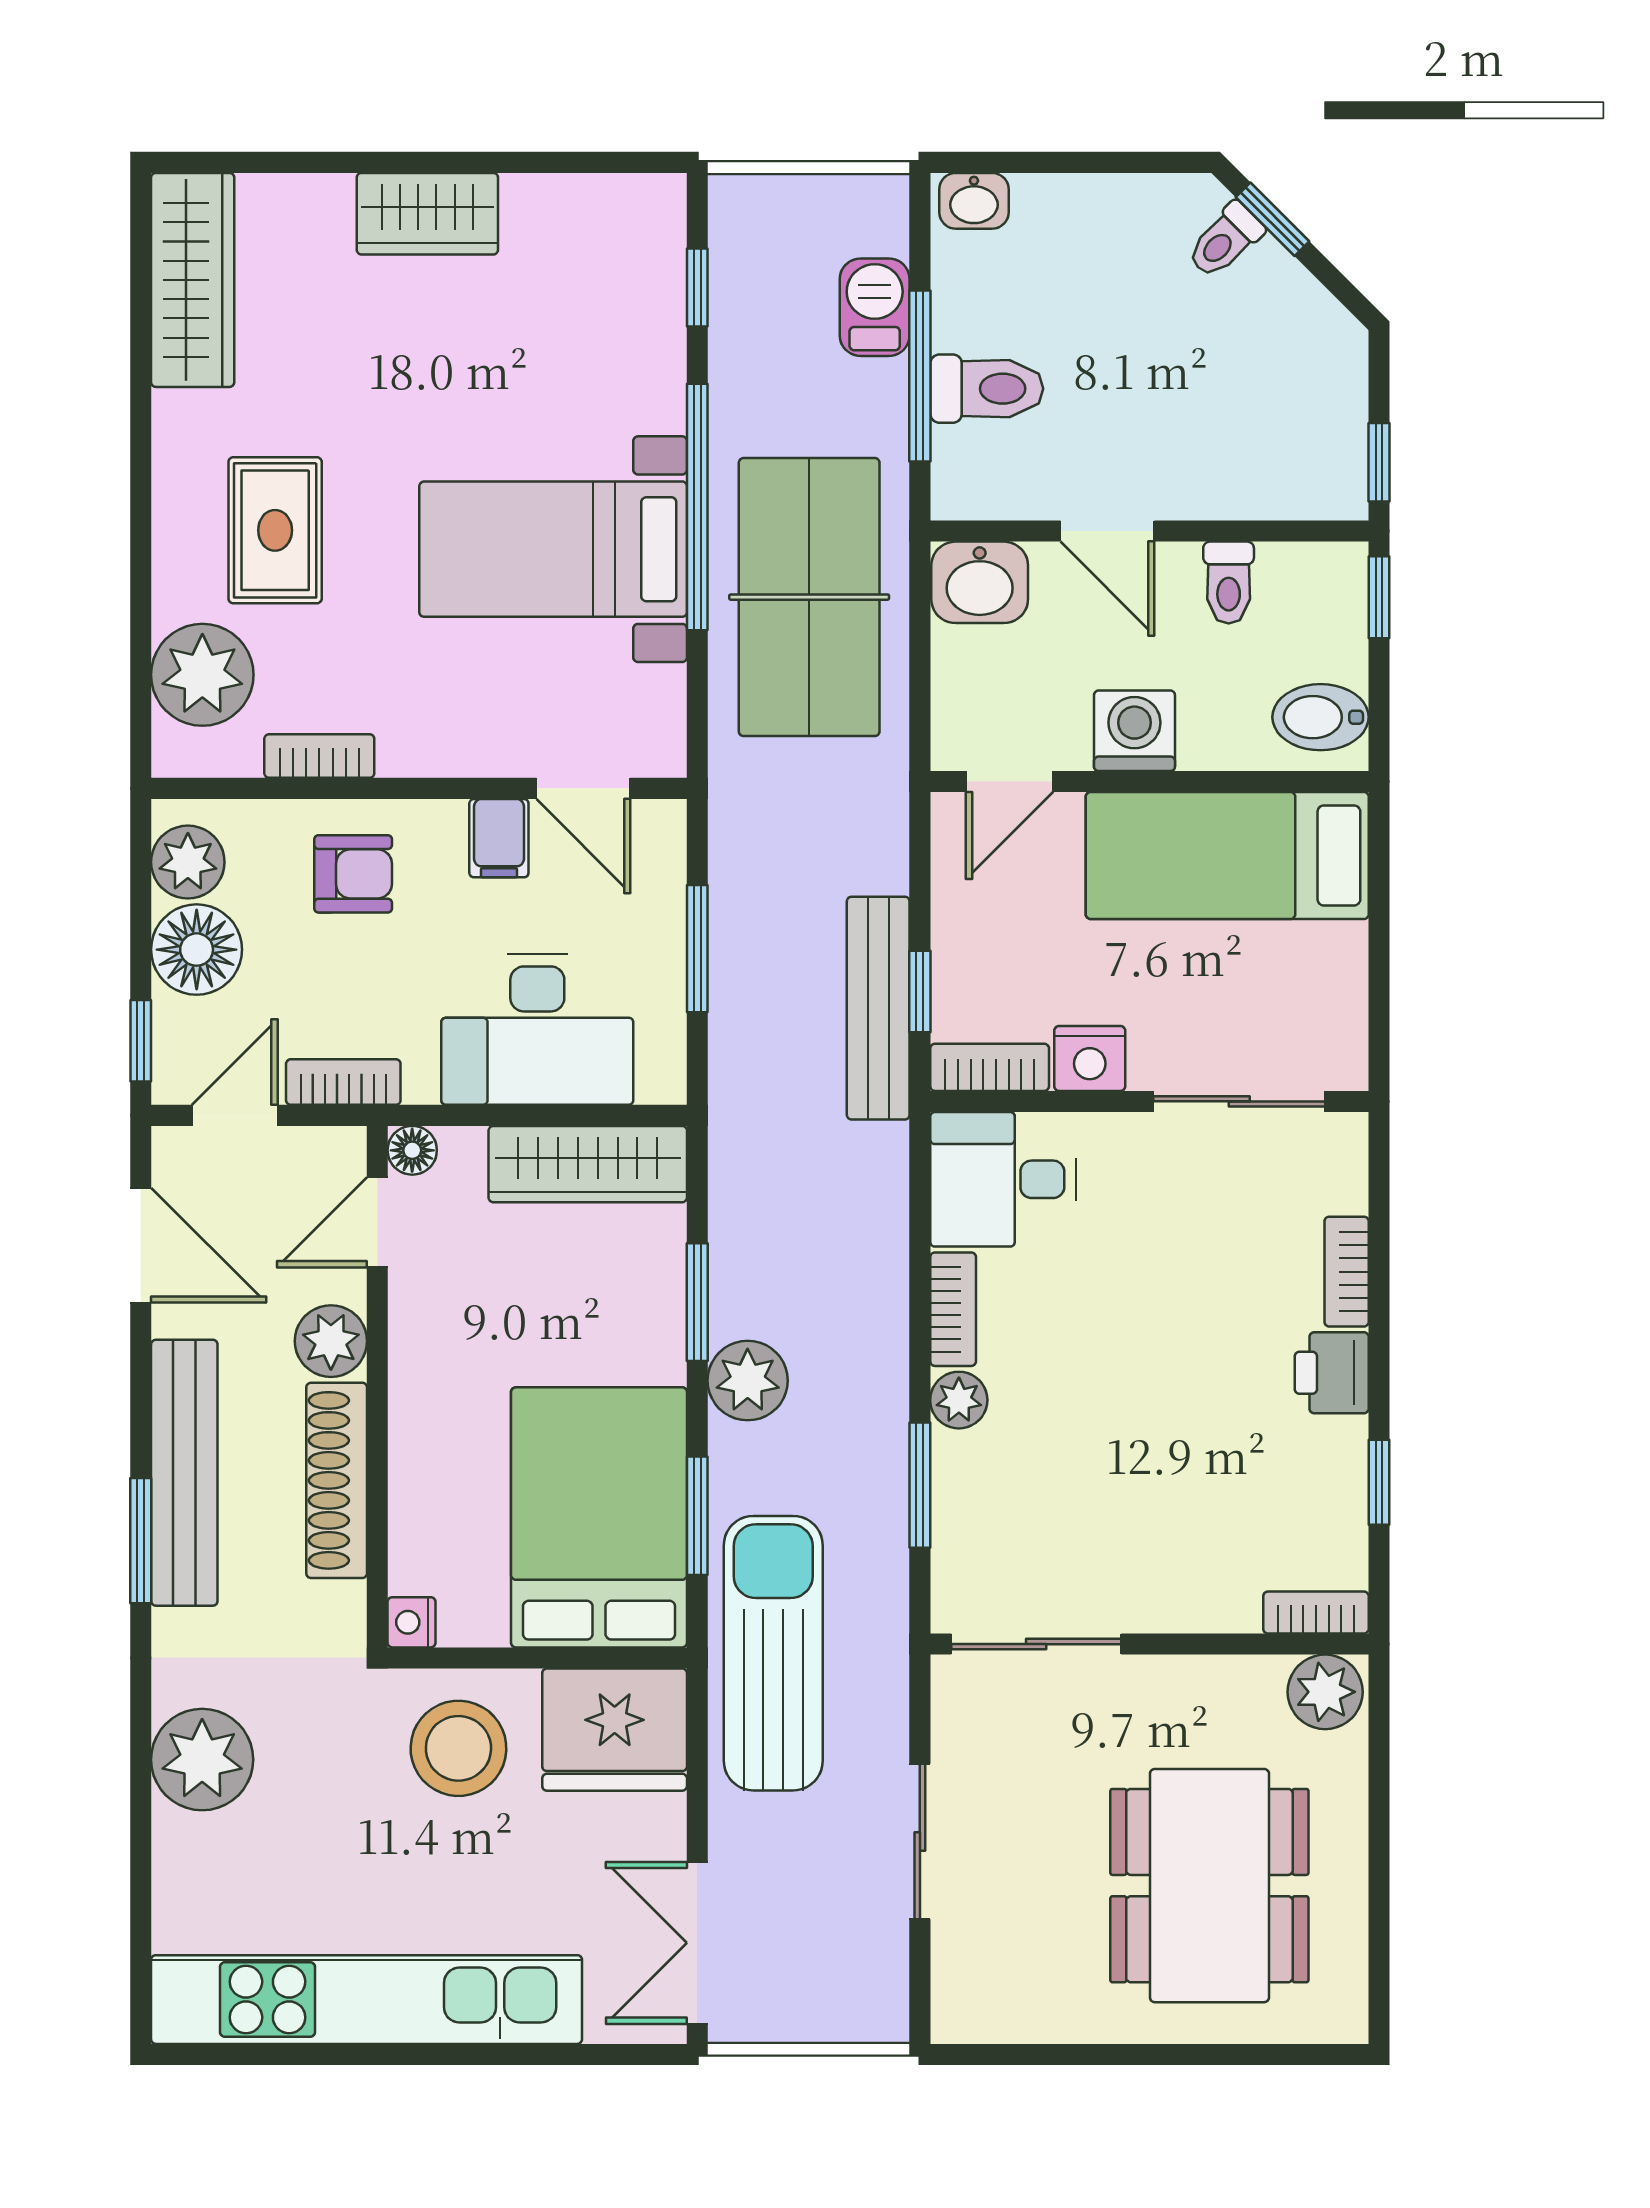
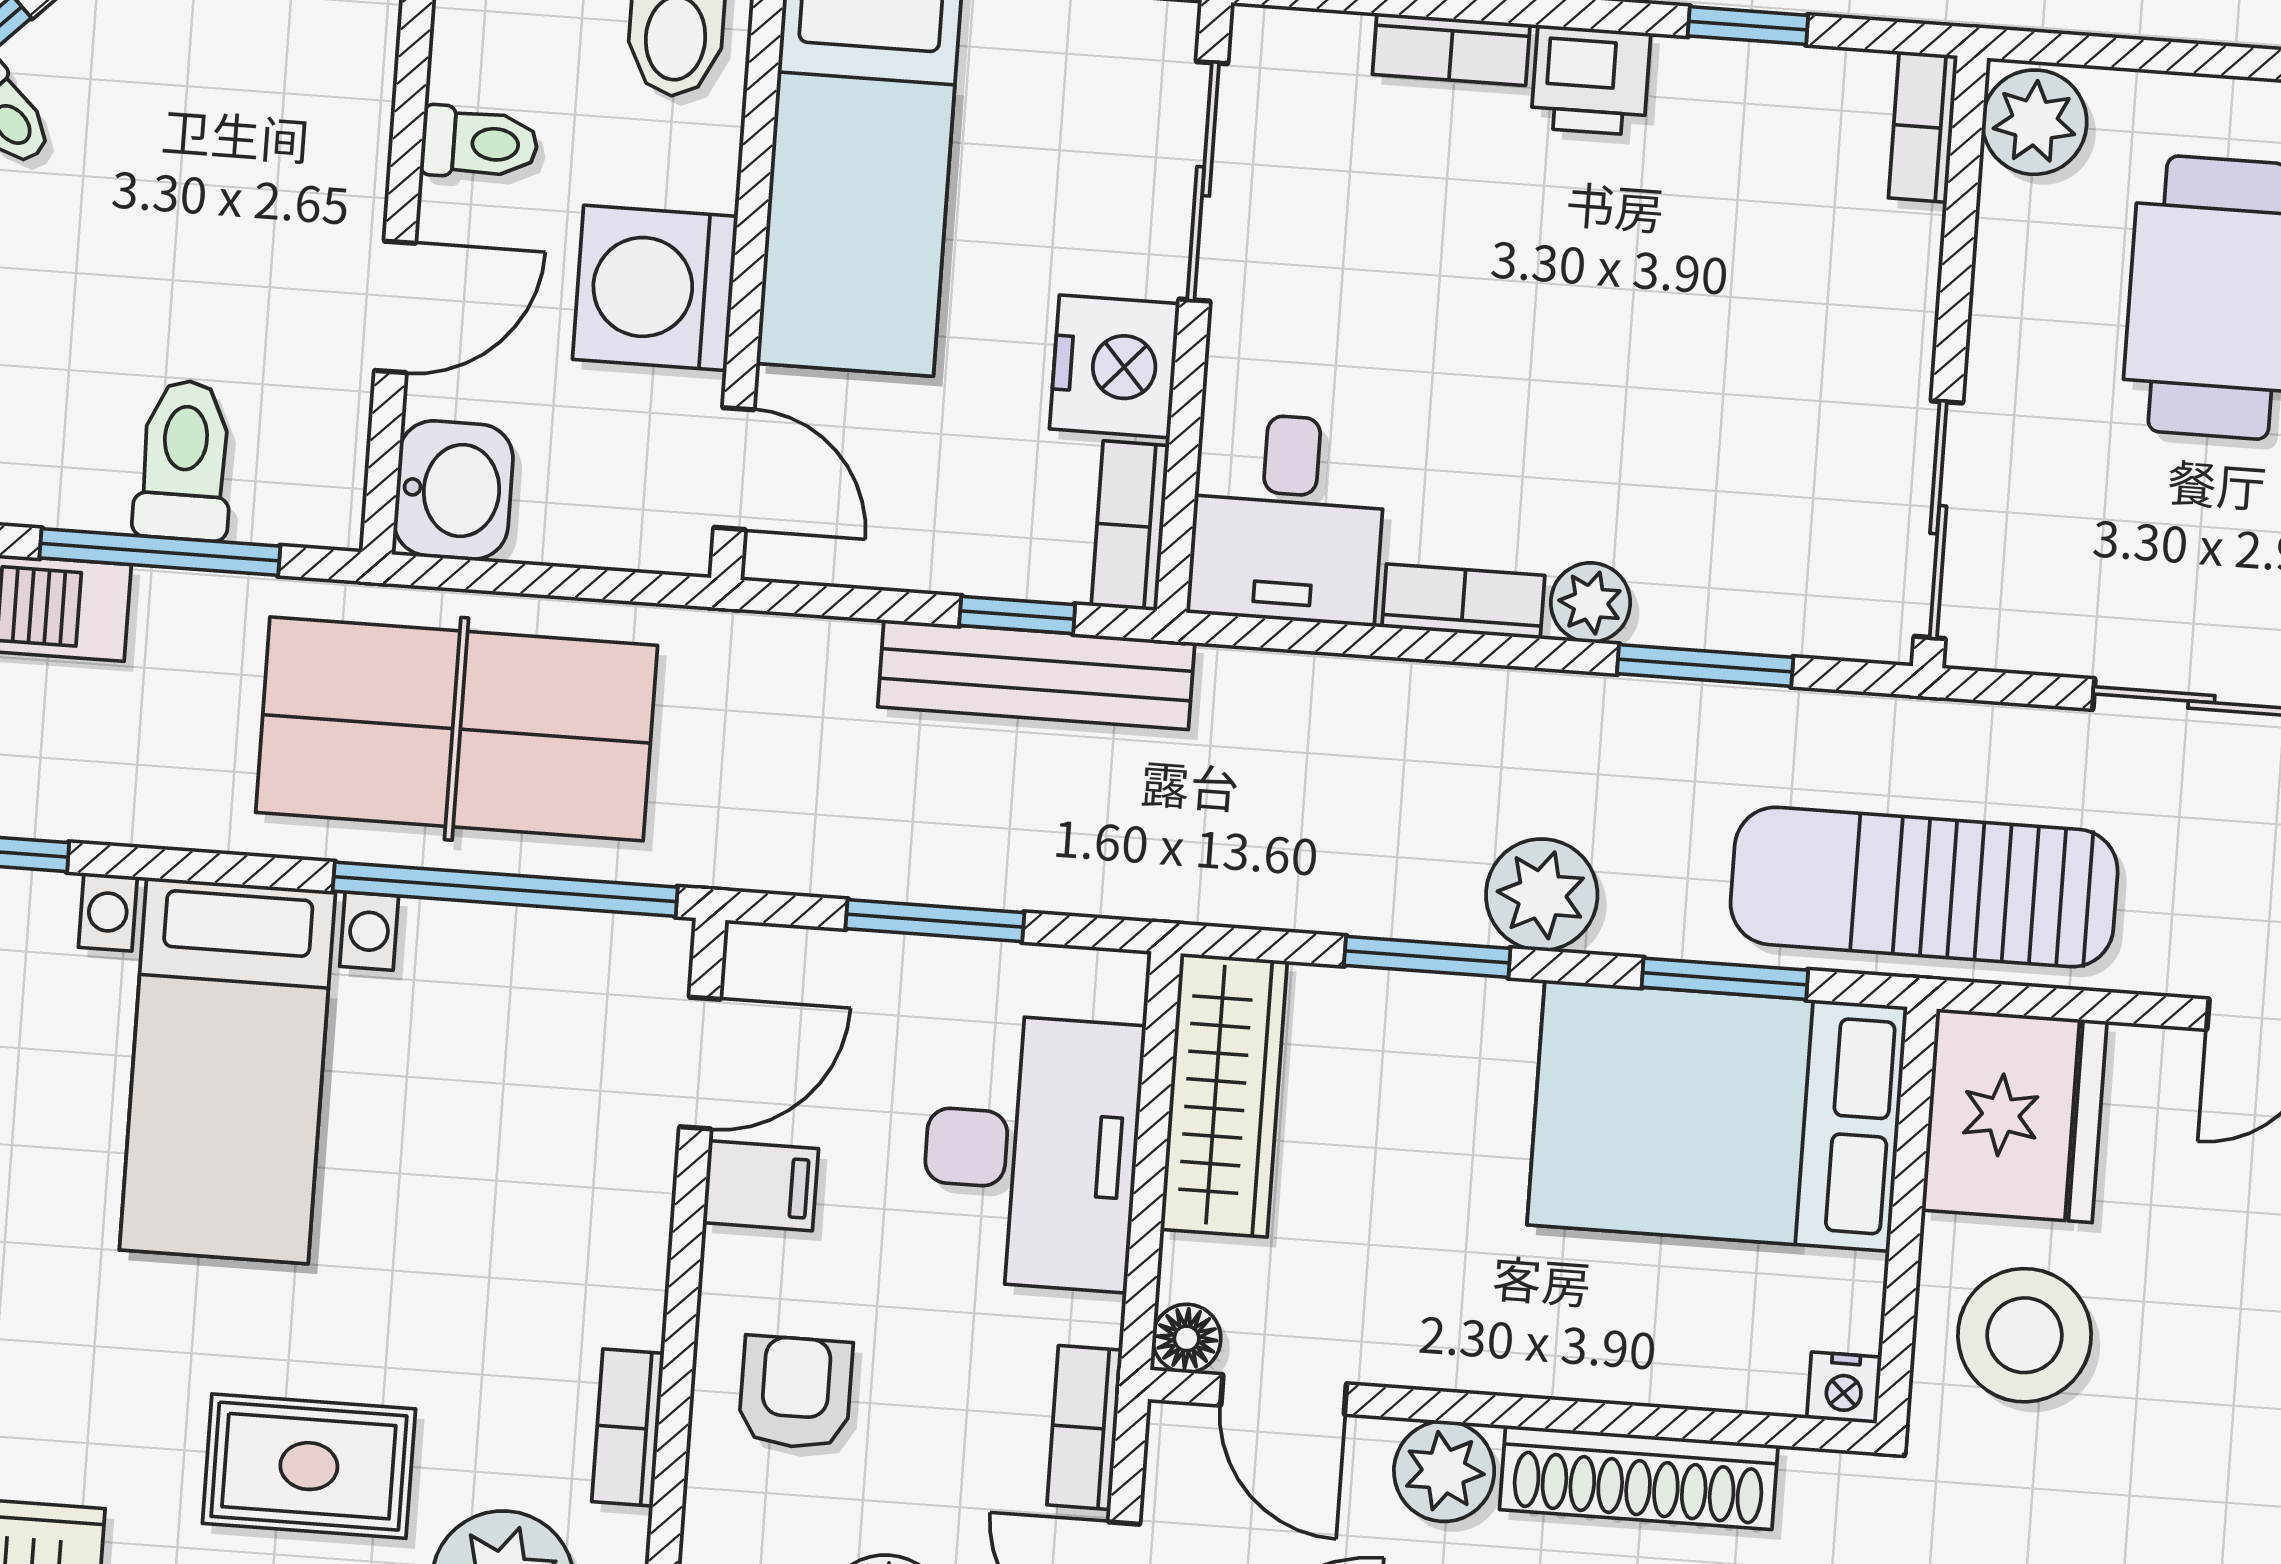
window: (697, 507) -> (505, 889), moved
bed with nightstands: (553, 549) -> (227, 1071), moved
washing machine: (1134, 731) -> (655, 288), width x1.37, depth x1.37
nightstand: (1090, 1058) -> (1115, 366), width x1.36, depth x1.33

